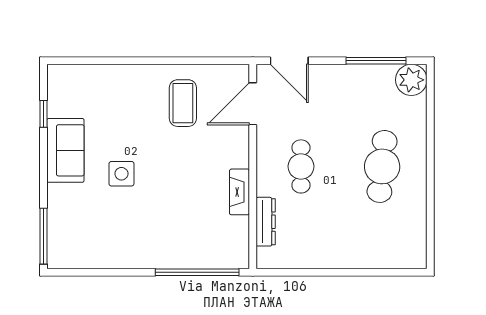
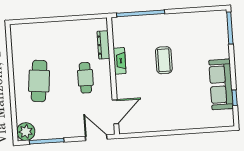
coffee table: (183, 103) -> (164, 60), moved
sofa: (65, 150) -> (221, 84), width x1.36
side table: (121, 174) -> (188, 67), removed

